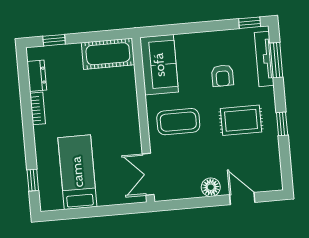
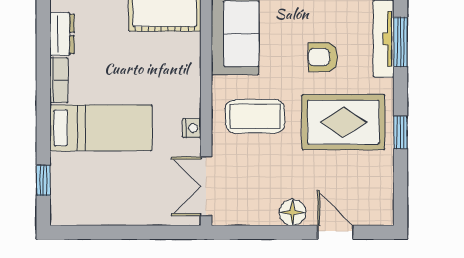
armchair: (223, 76) -> (323, 57), turned 90
rug: (241, 120) -> (343, 122), width x1.36, depth x1.43
nightstand: (134, 134) -> (192, 128), added
bed: (77, 172) -> (101, 128), moved, turned 90

